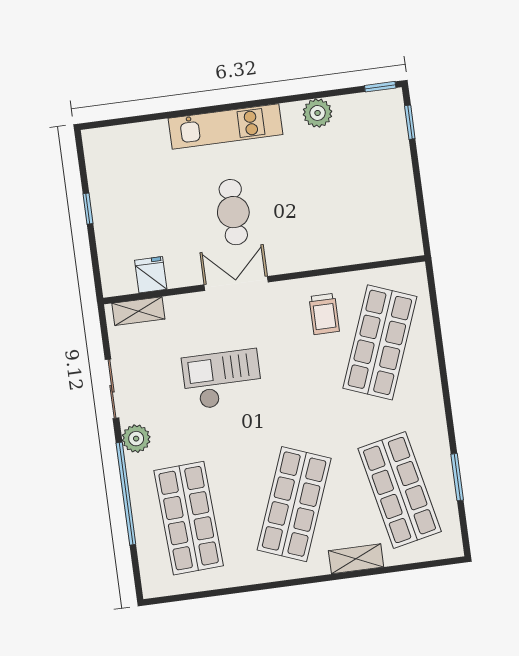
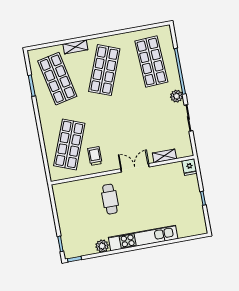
kitchen unit: (226, 126) -> (143, 238), width x1.36
cafe table: (233, 212) -> (110, 199), moved
fridge: (151, 275) -> (190, 167), moved
double door: (236, 283) -> (135, 168), swing flipped
shelving: (138, 311) -> (164, 156), moved
checkout: (222, 379) -> (139, 125), removed

